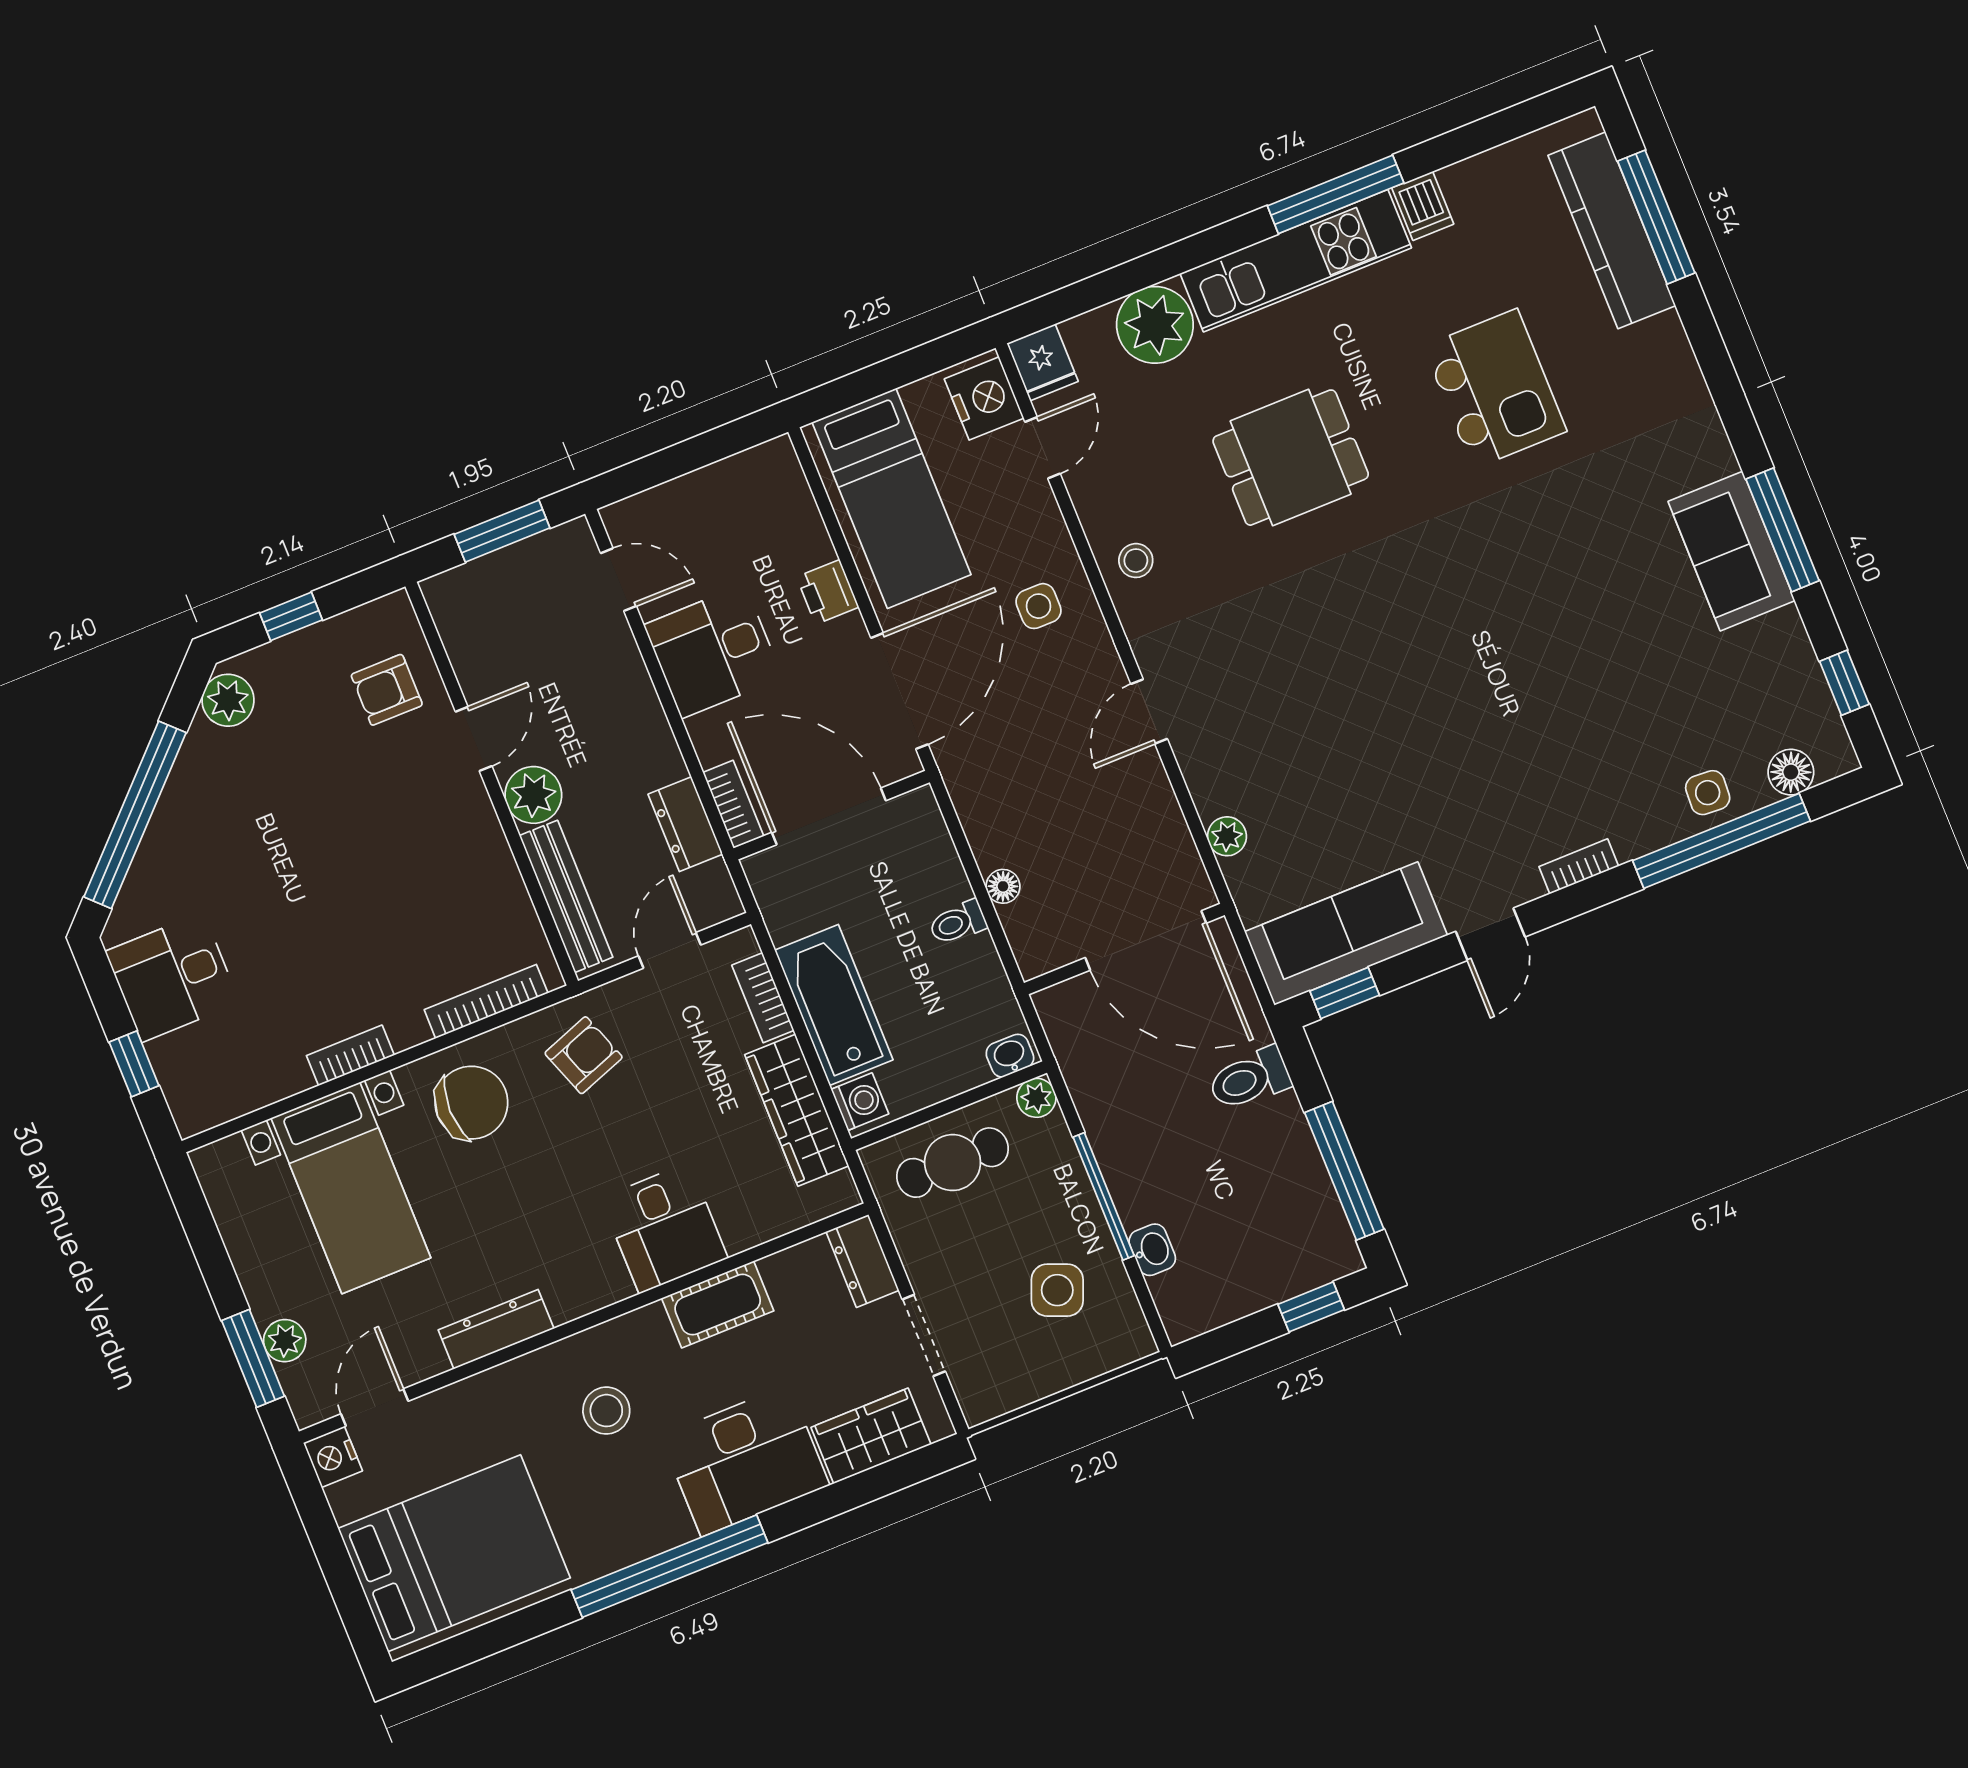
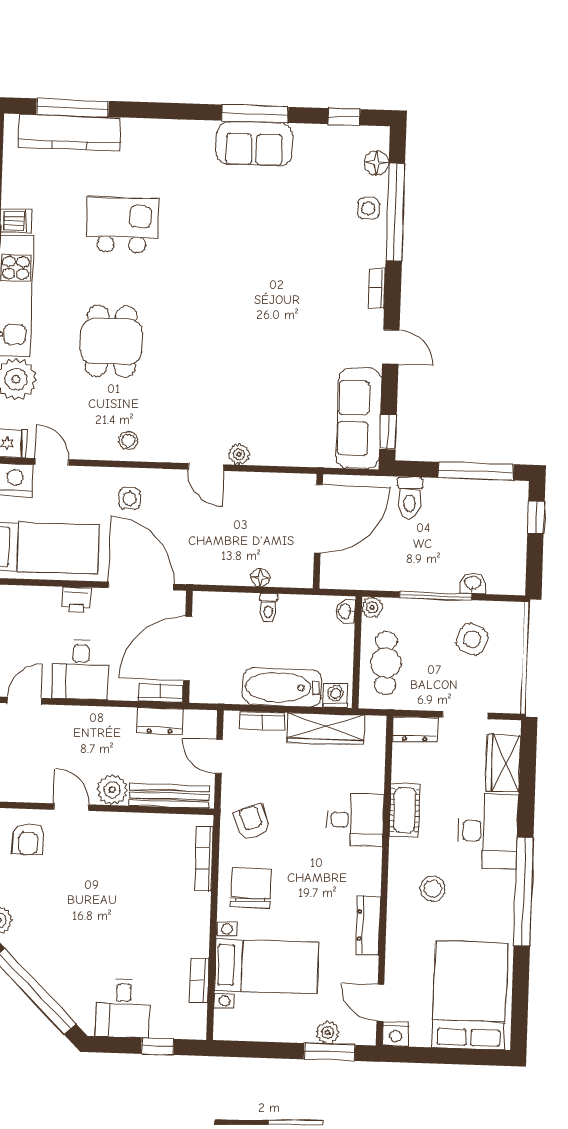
plant: (1227, 836) -> (239, 454), moved
bookcase: (350, 1055) -> (199, 980), moved

